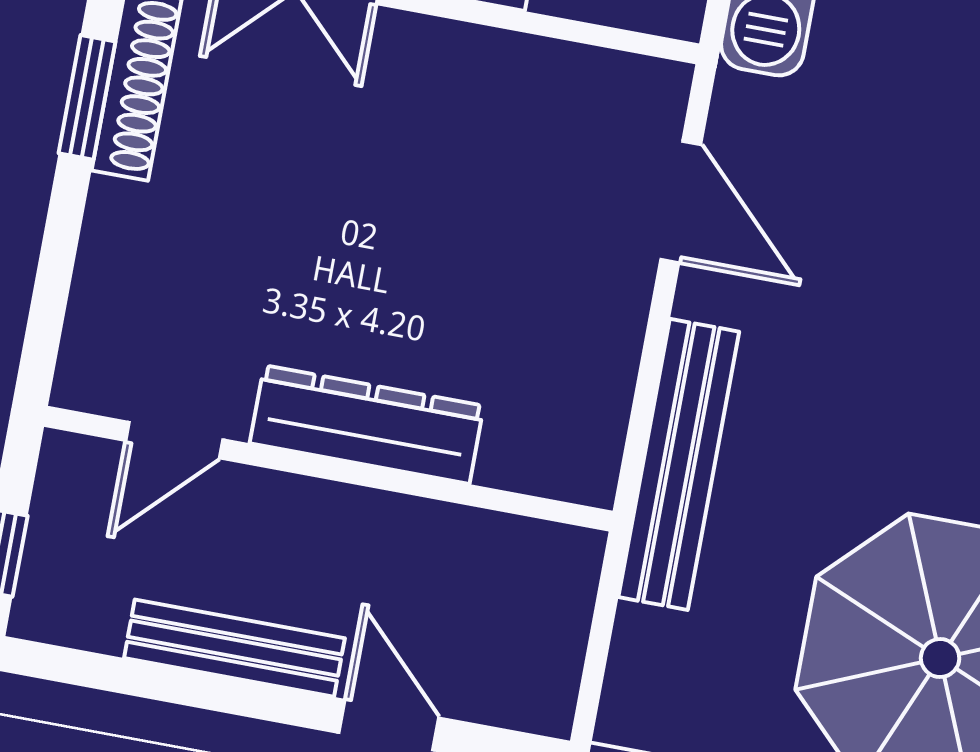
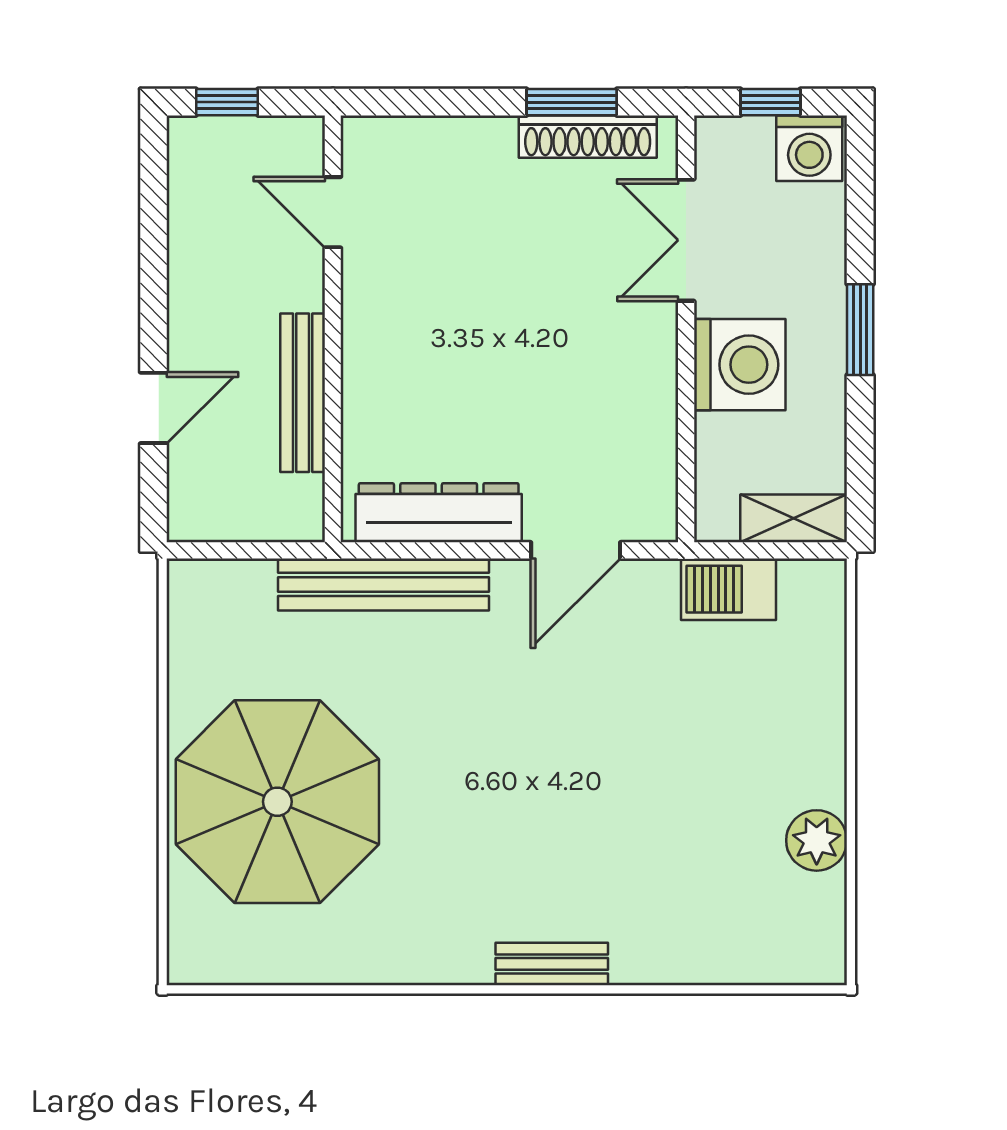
dresser: (367, 425) -> (439, 513), moved, turned -90
bench: (234, 648) -> (303, 393), moved

